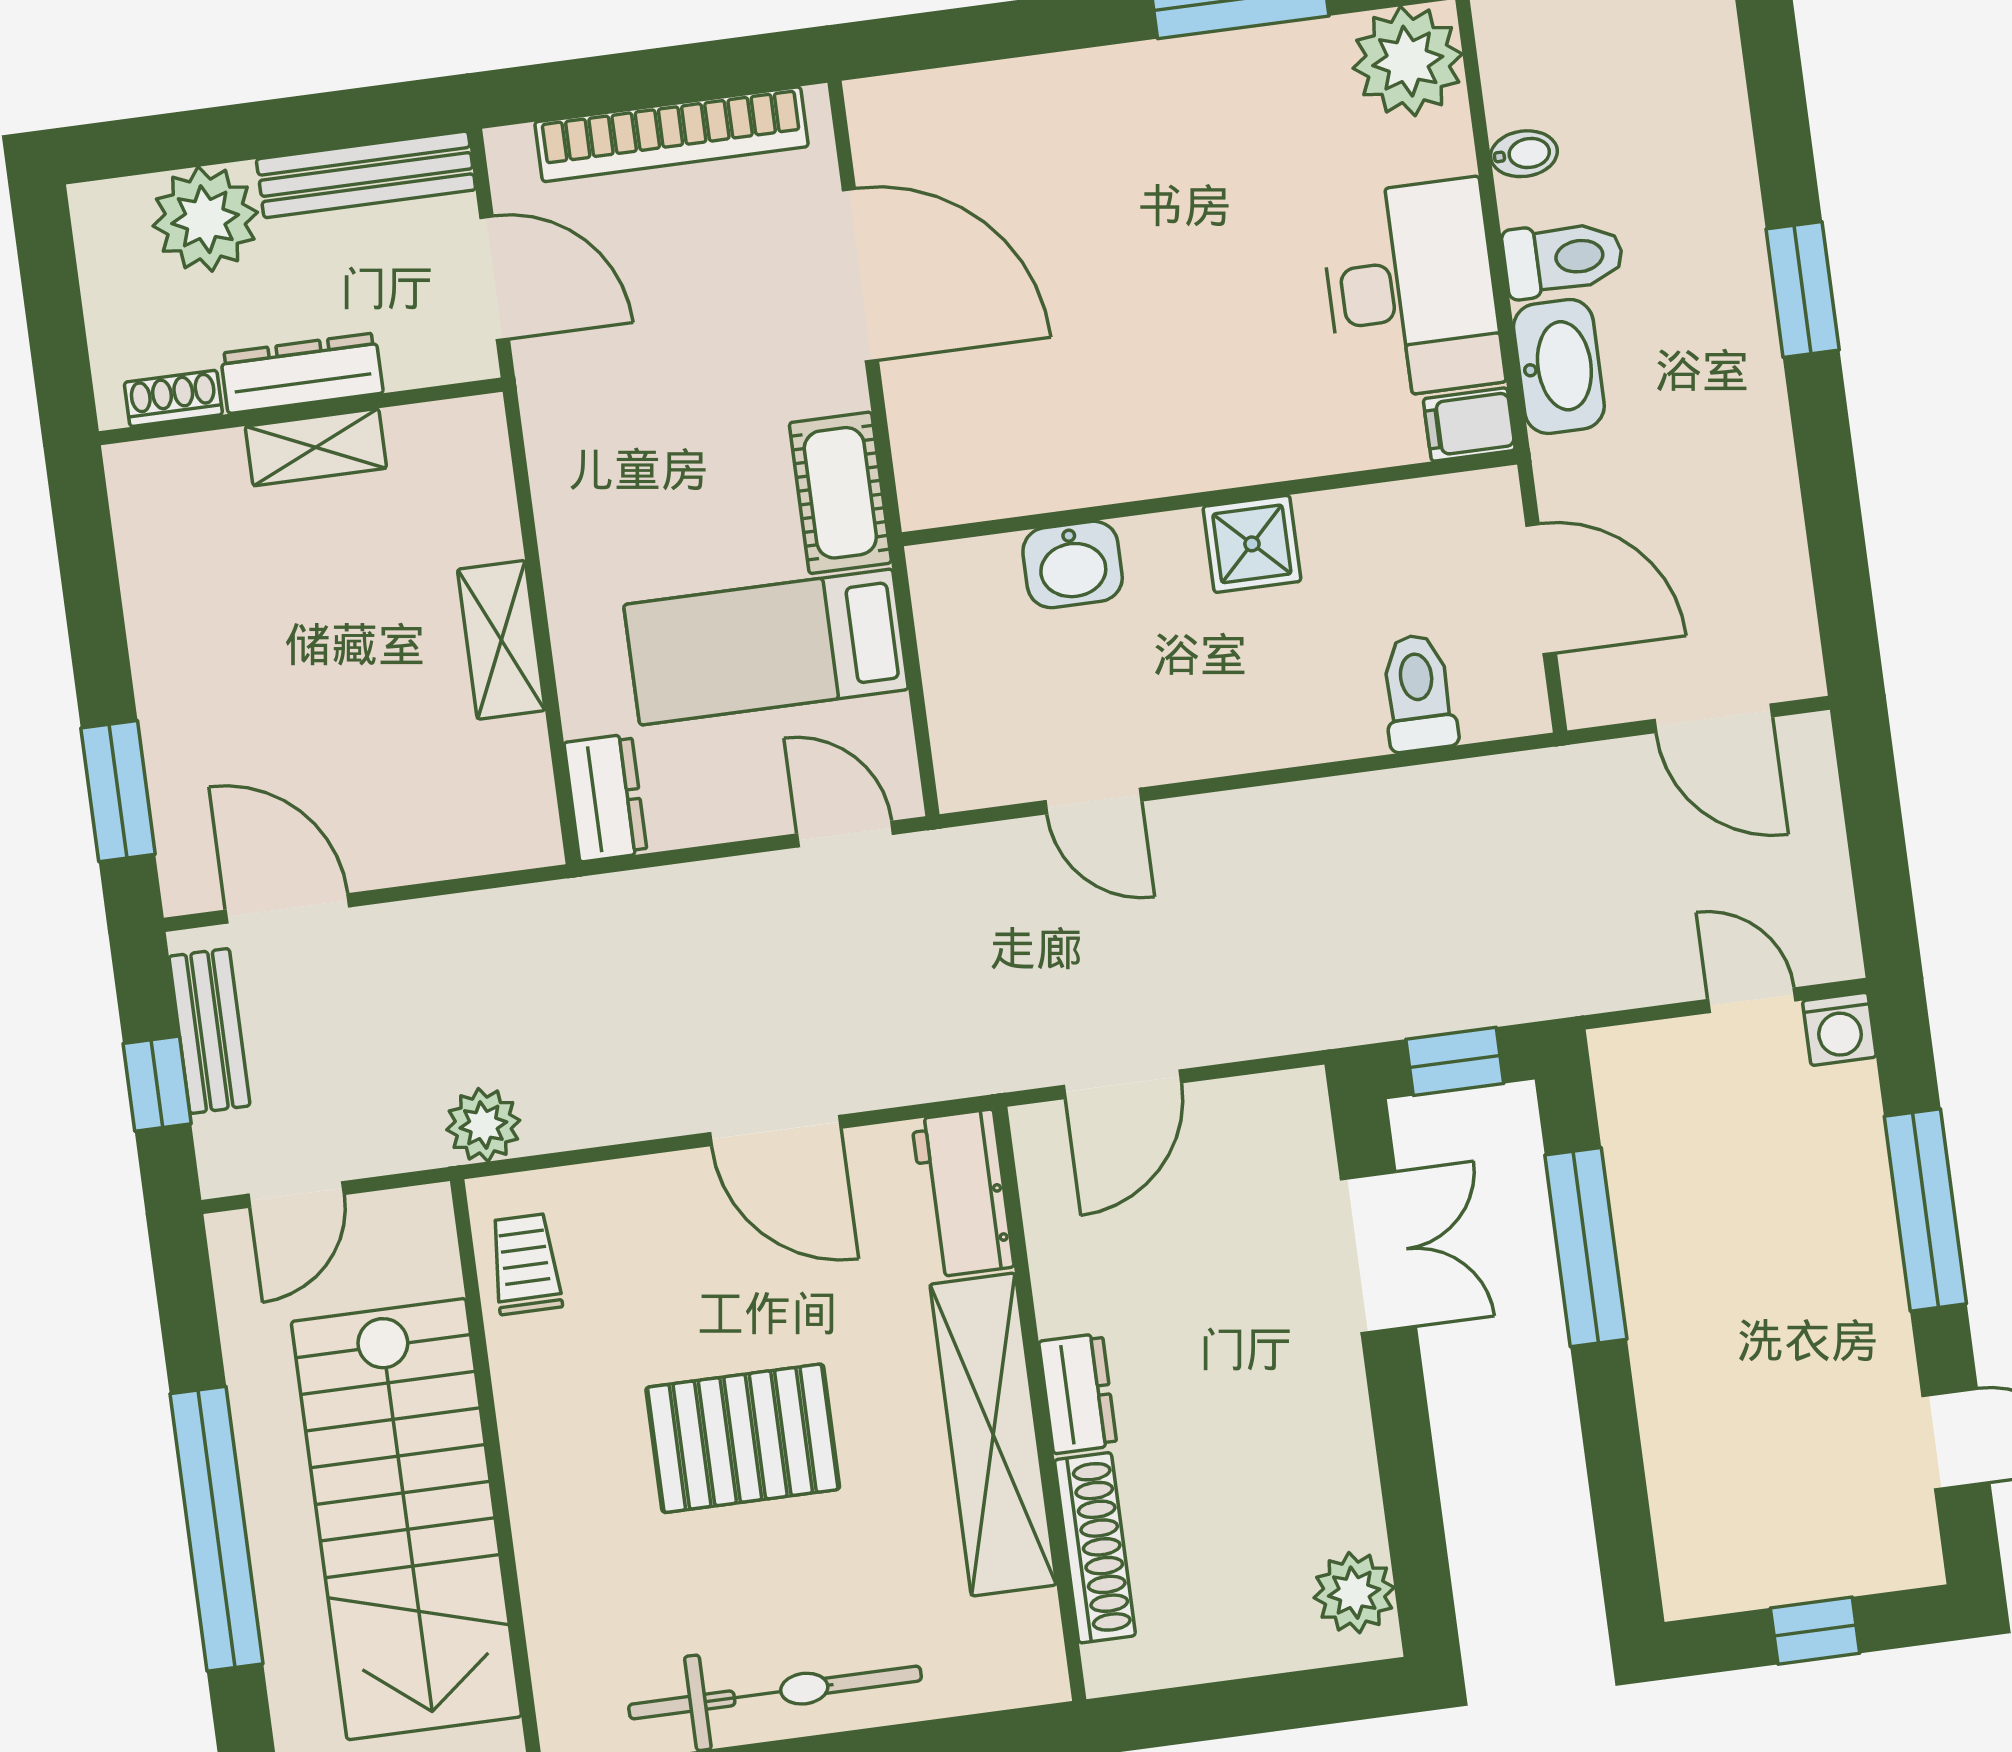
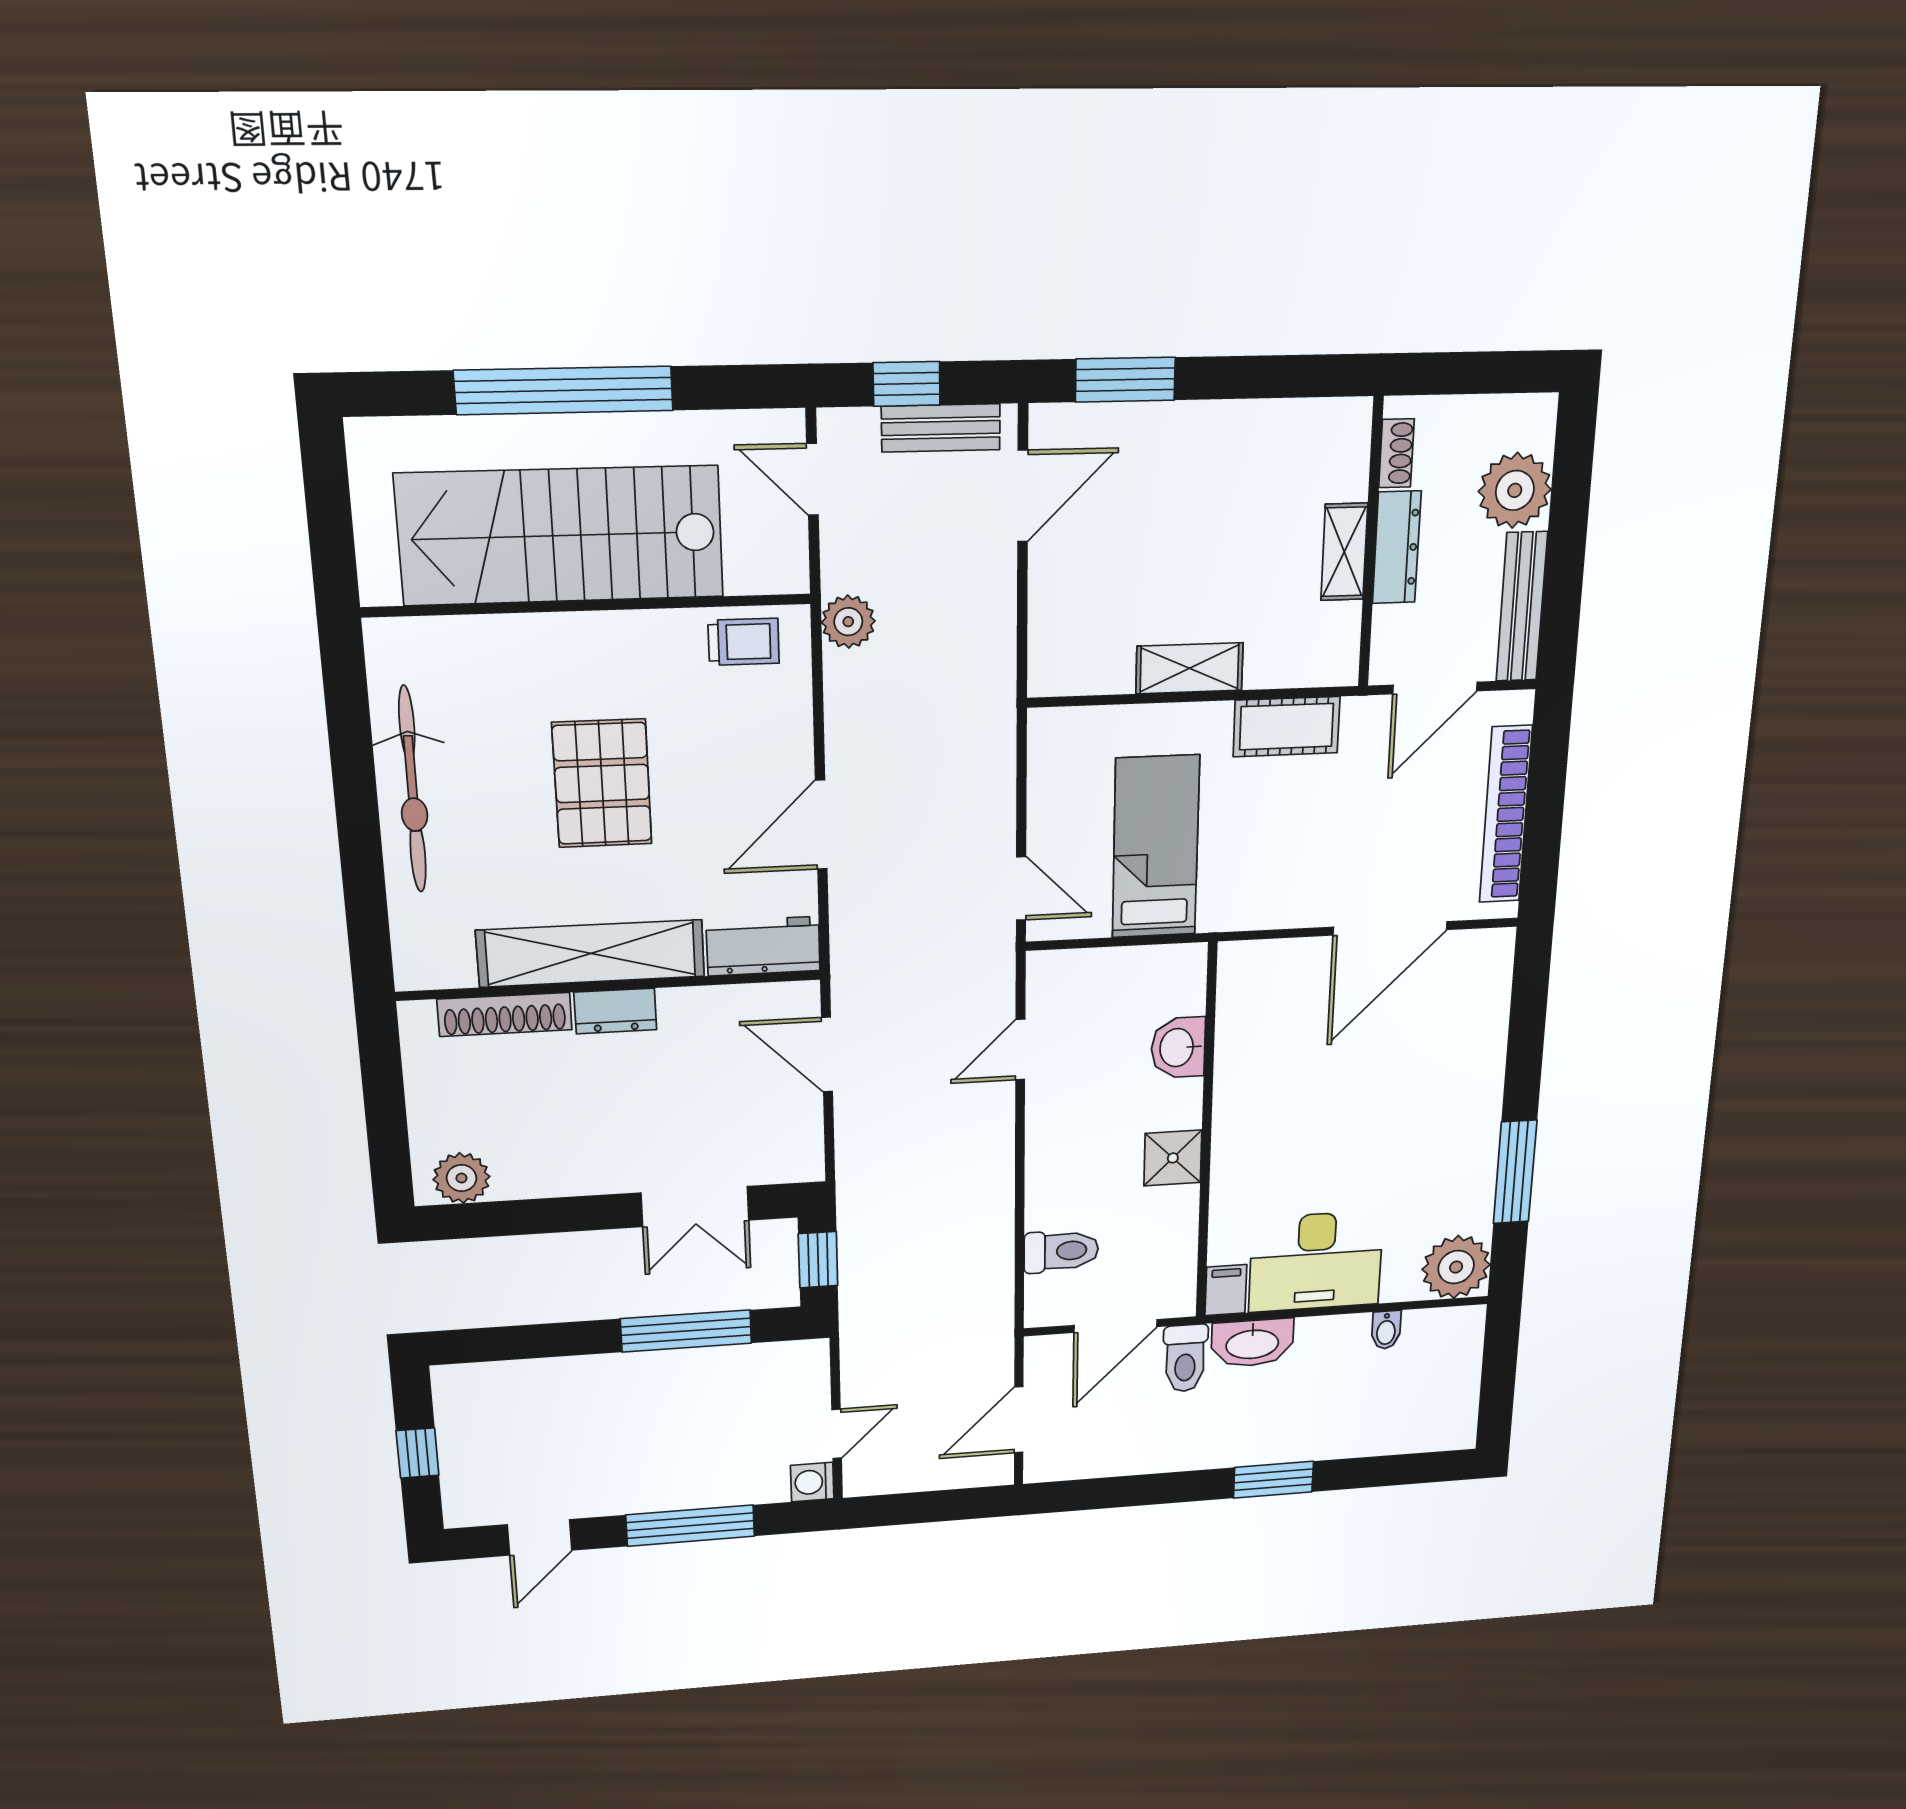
toilet: (1563, 258) -> (1185, 1358), moved
cot: (840, 493) -> (1287, 727), moved
dresser: (606, 798) -> (1069, 730), removed
door: (845, 834) -> (1021, 889), hinge flipped

